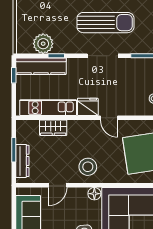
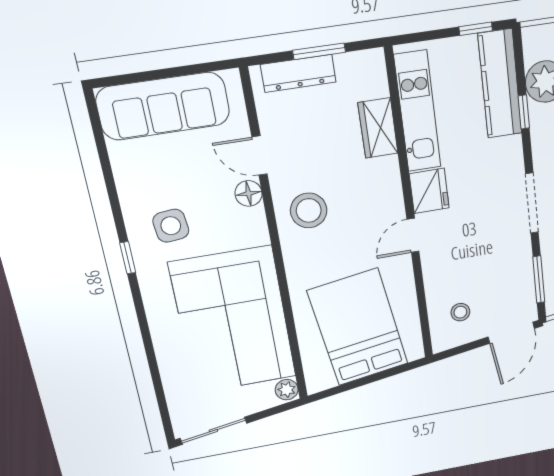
floor lamp: (94, 194) -> (249, 193), moved

